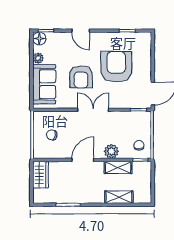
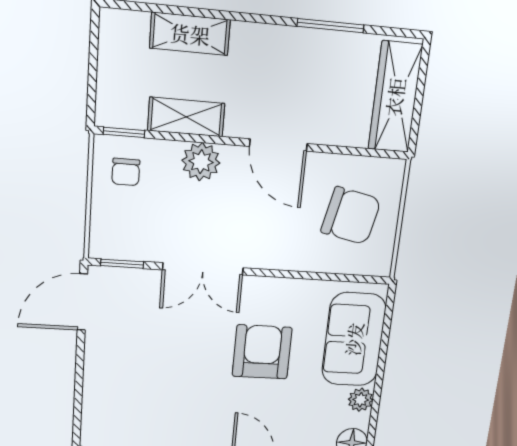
armchair: (116, 67) -> (172, 371), removed
double door: (93, 110) -> (203, 269), moved
chair: (52, 135) -> (351, 216), width x1.87, depth x1.87
door: (83, 160) -> (278, 145), hinge flipped
wardrobe: (41, 175) -> (395, 97), width x1.50

